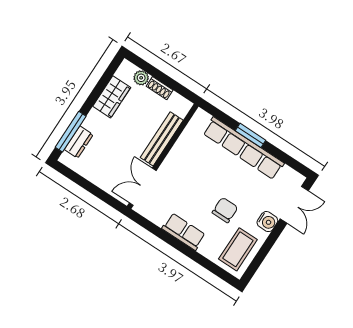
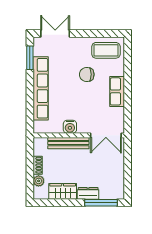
window: (250, 135) -> (30, 58), moved
dresser: (79, 142) -> (88, 193), moved
water cooler: (267, 222) -> (70, 127), moved, turned 180

